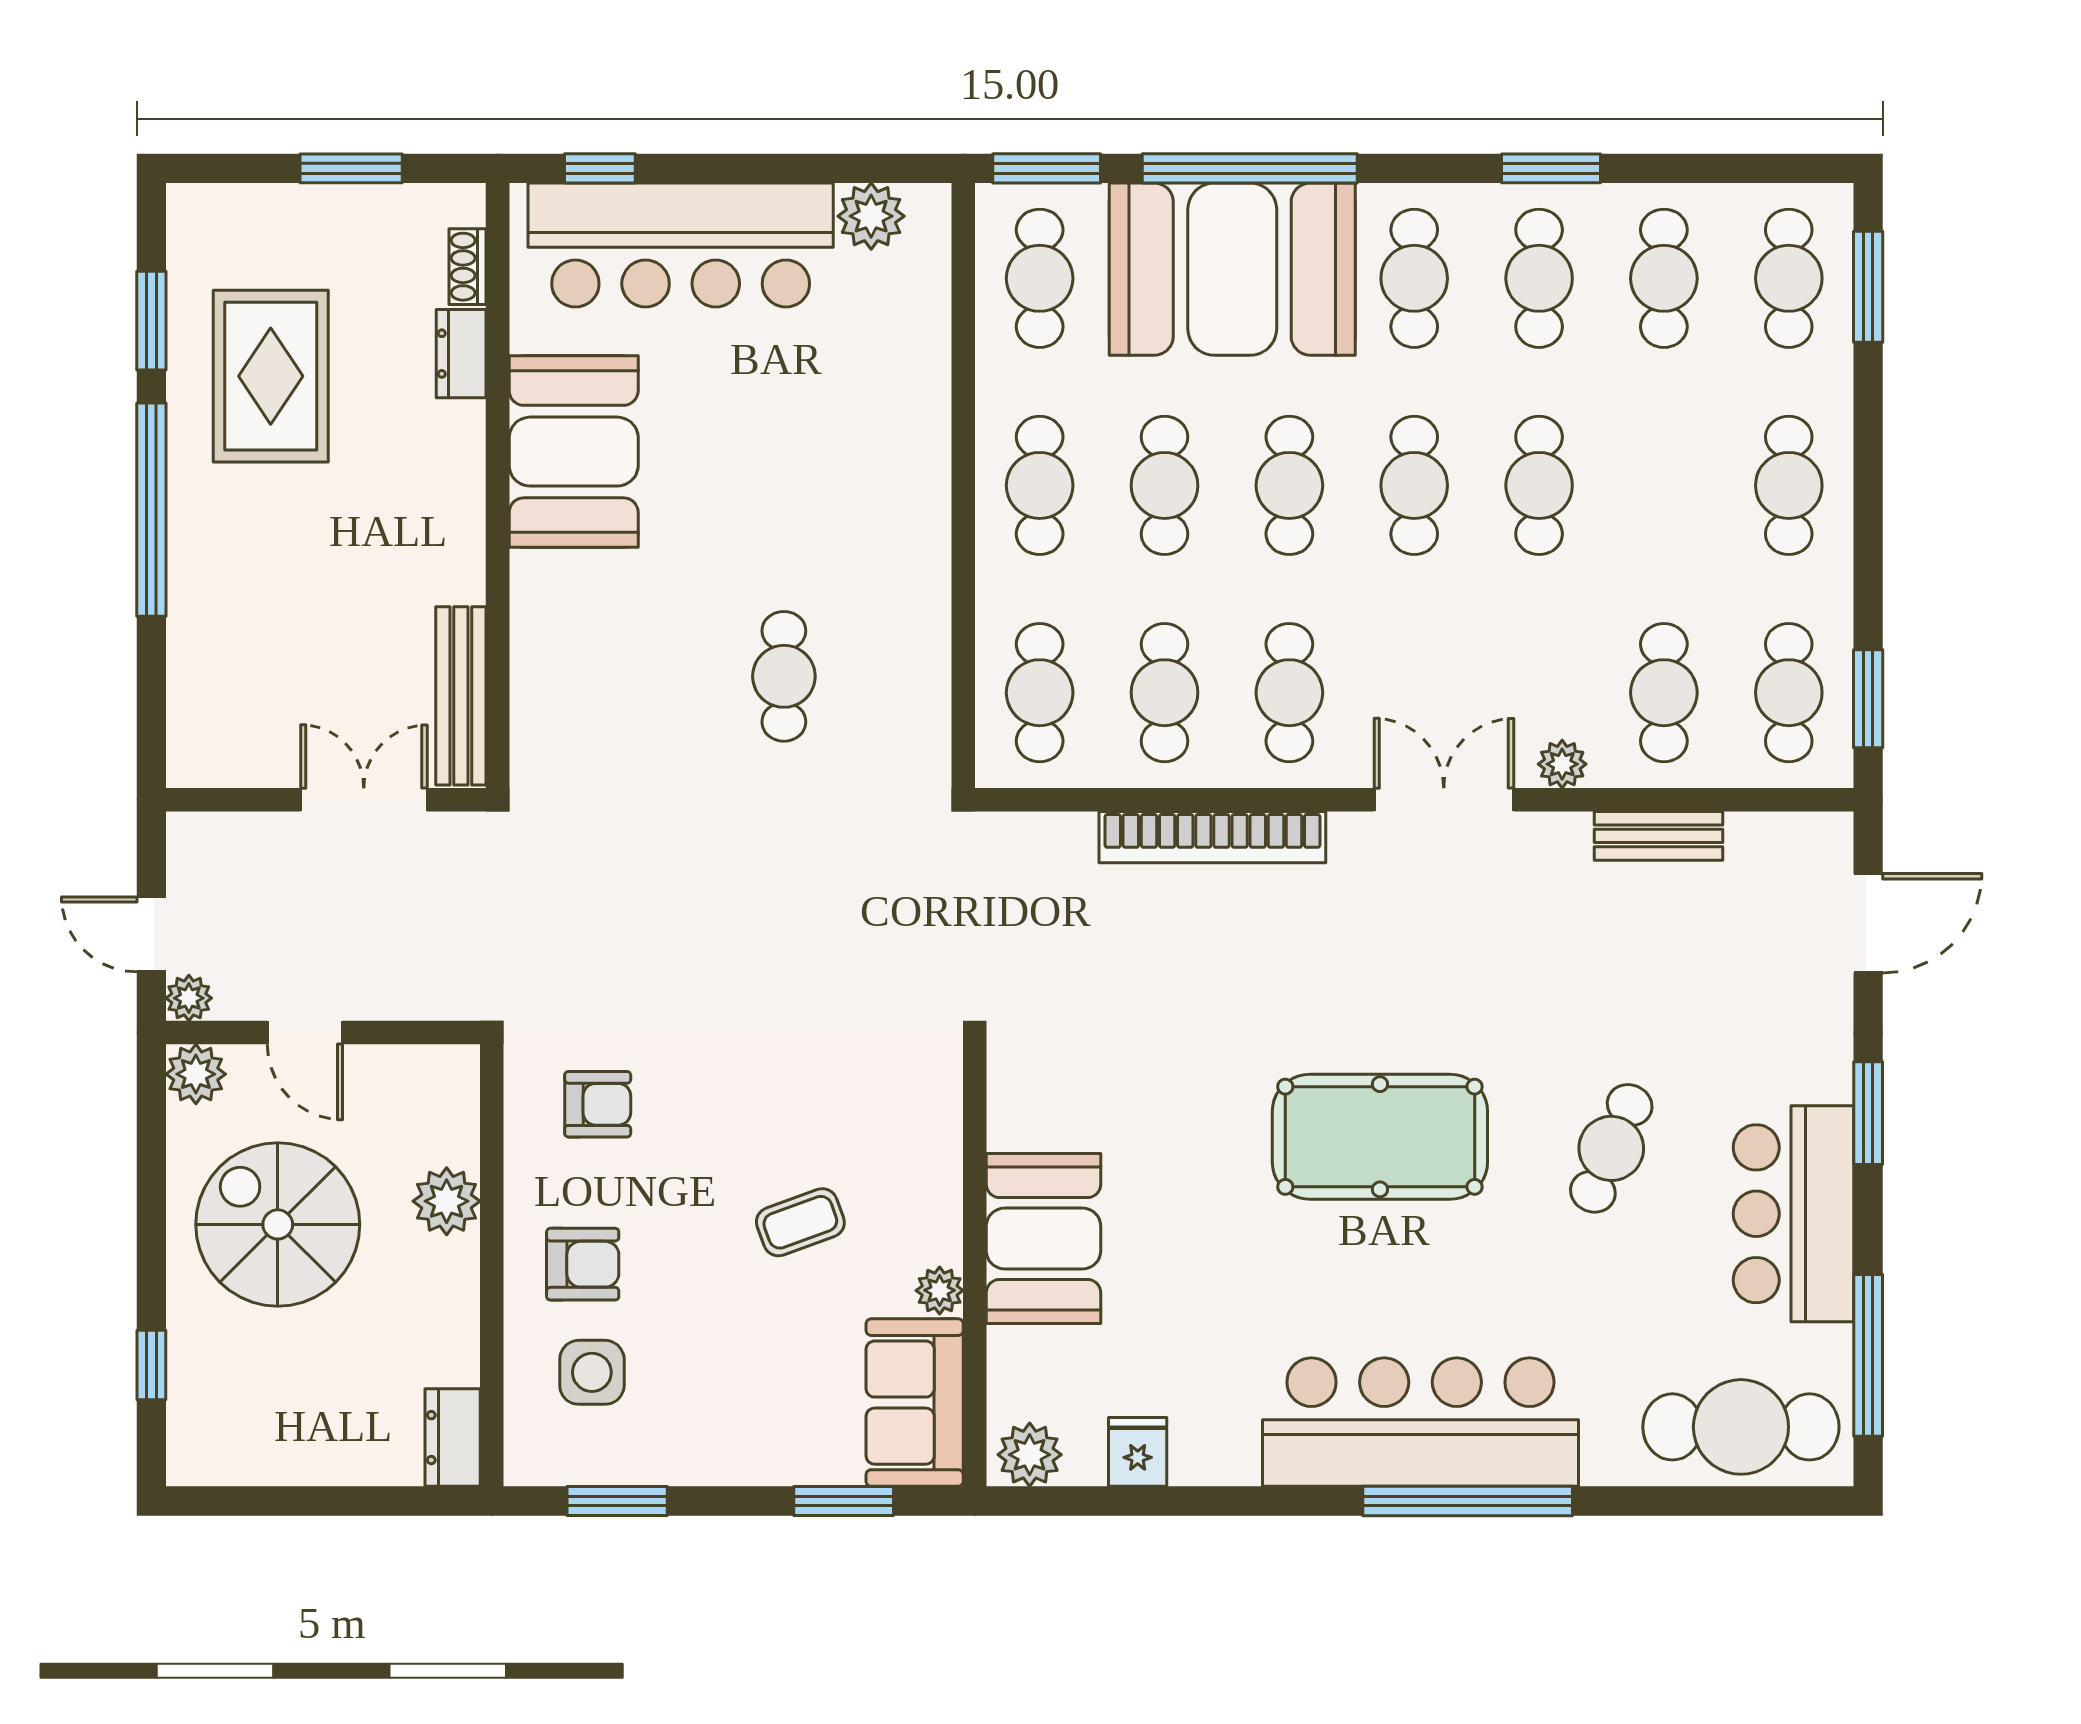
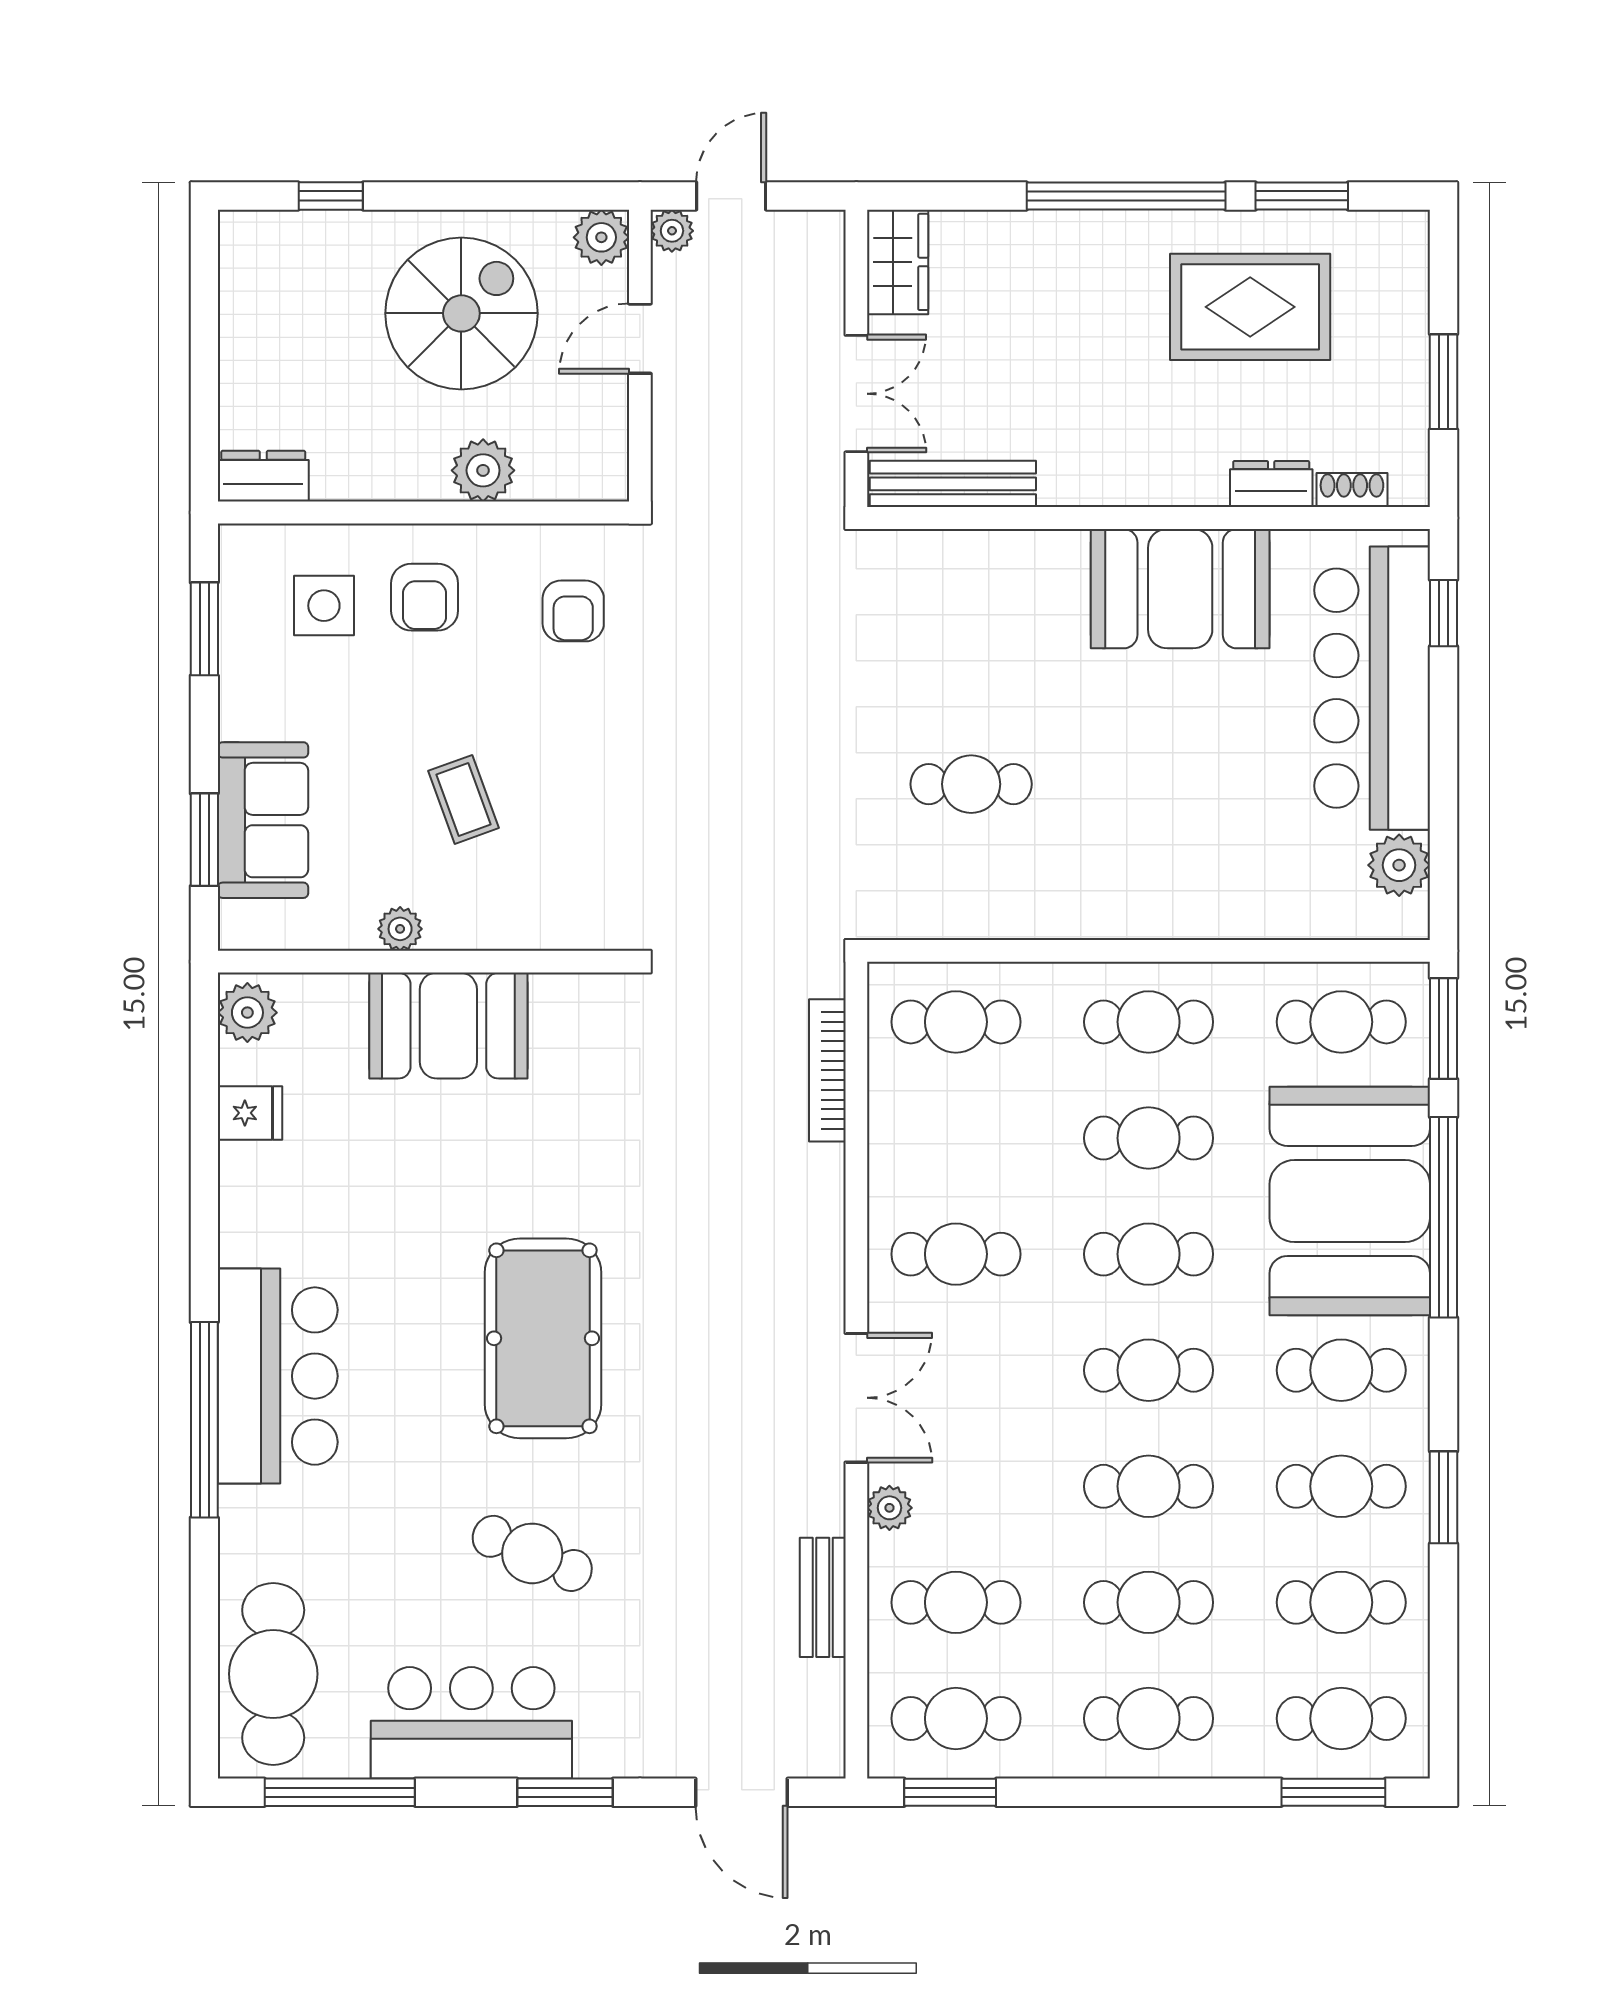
cafe table: (1165, 693) -> (1149, 1602), moved
wardrobe: (222, 755) -> (898, 262), added
bookcase: (1212, 837) -> (827, 1070), moved, width x0.68, depth x0.76
sofa: (915, 1403) -> (263, 820), moved, turned 90
bar counter: (1420, 1422) -> (278, 1376), width x0.73

